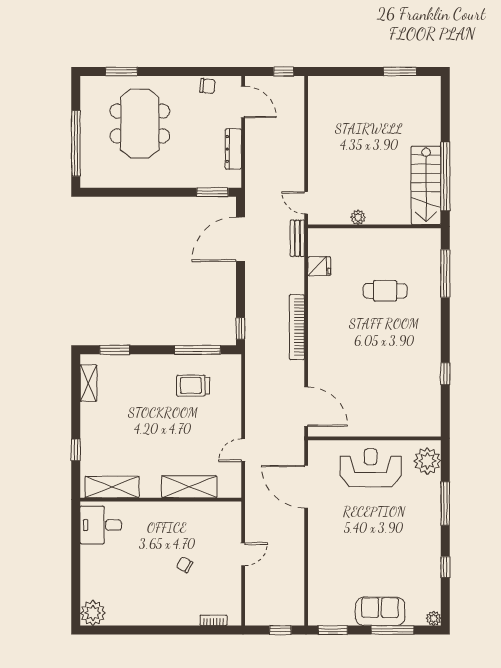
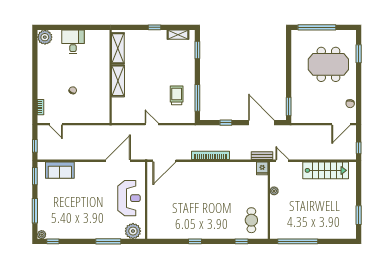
dresser: (233, 149) -> (314, 119), removed
stairs: (426, 185) -> (326, 170), moved, turned 180
door: (306, 203) -> (282, 161), hinge flipped
fridge: (319, 266) -> (262, 168), moved
window: (445, 273) -> (242, 241), width x0.46
cafe table: (385, 291) -> (251, 220), moved
window: (240, 329) -> (226, 123), moved
window: (445, 374) -> (195, 241), moved
window: (76, 450) -> (155, 27), moved
door: (243, 450) -> (152, 124), moved
shelving: (189, 487) -> (118, 81), moved
desk: (101, 525) -> (73, 42), moved
door: (243, 554) -> (56, 124), moved
window: (445, 567) -> (53, 241), moved
sofa: (380, 611) -> (60, 170), moved, turned 90

